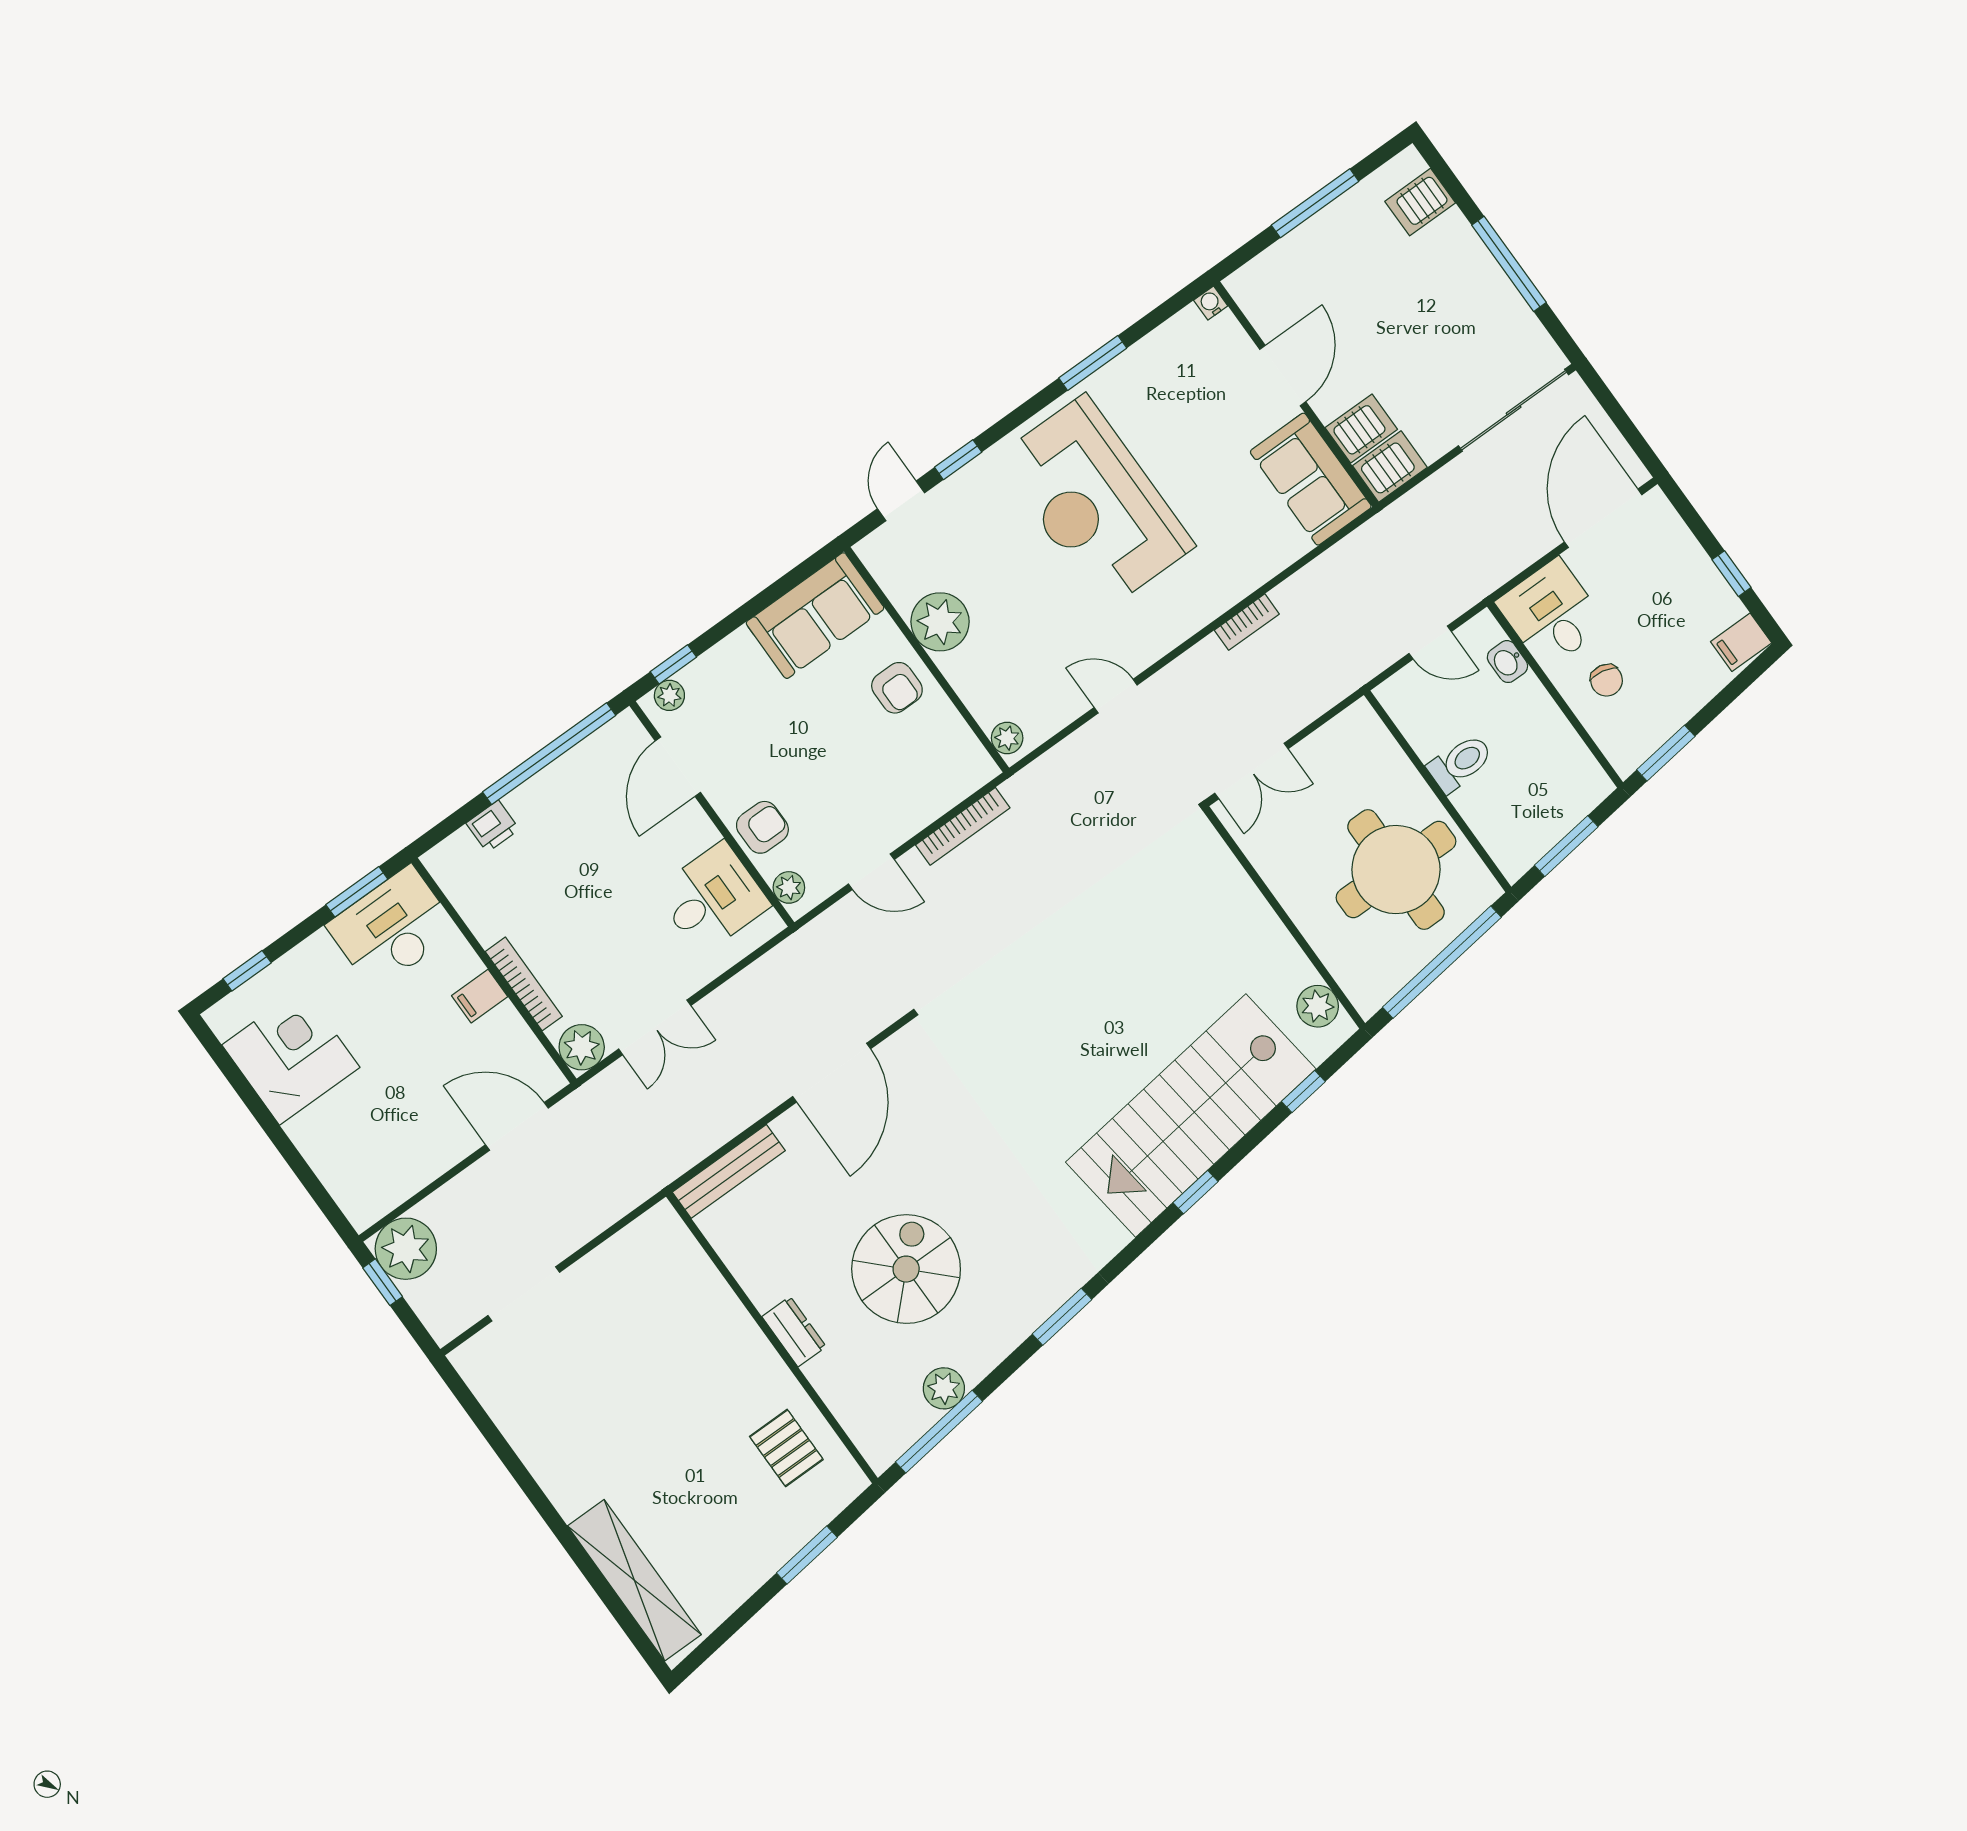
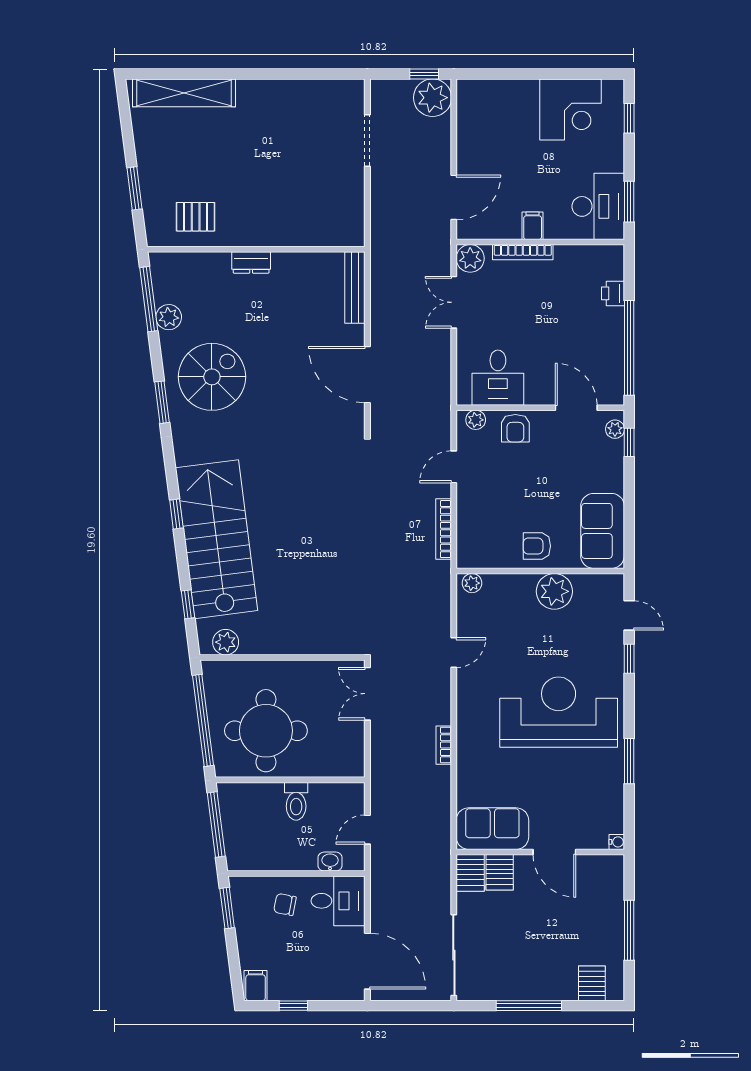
window: (1566, 846) -> (216, 825), width x1.44
spiral stairs: (906, 1269) -> (212, 377), moved, turned -90

